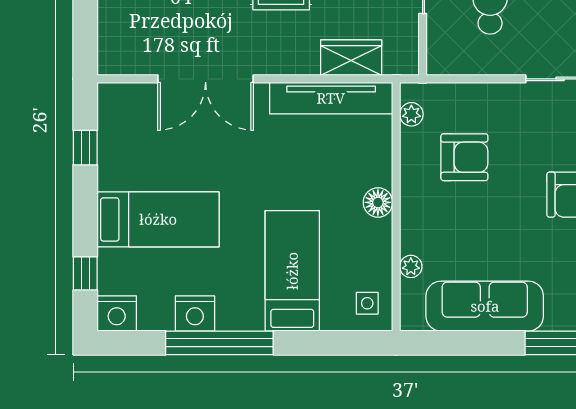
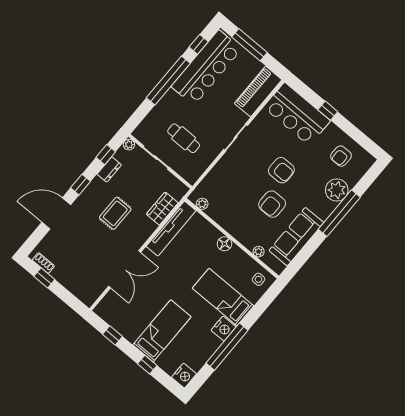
armchair: (464, 157) -> (272, 204), moved, turned 180
window: (85, 273) -> (147, 365), moved
nightstand: (195, 313) -> (224, 329), moved

